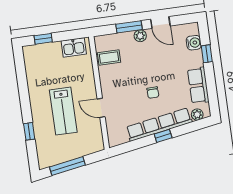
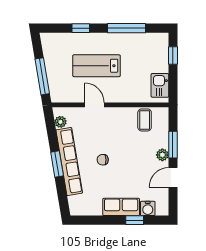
row of seats: (198, 85) -> (121, 207), moved
window: (23, 87) -> (126, 28), added
door: (101, 108) -> (94, 105), hinge flipped
plant: (197, 115) -> (60, 122), moved
window: (163, 136) -> (57, 164), width x1.50
window: (67, 166) -> (42, 76), moved

